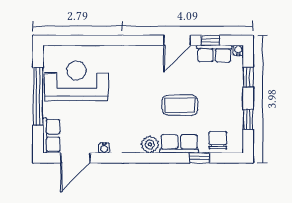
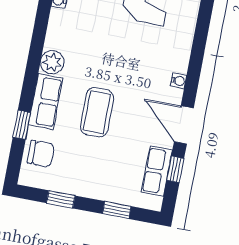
water cooler: (238, 50) -> (179, 81), moved

